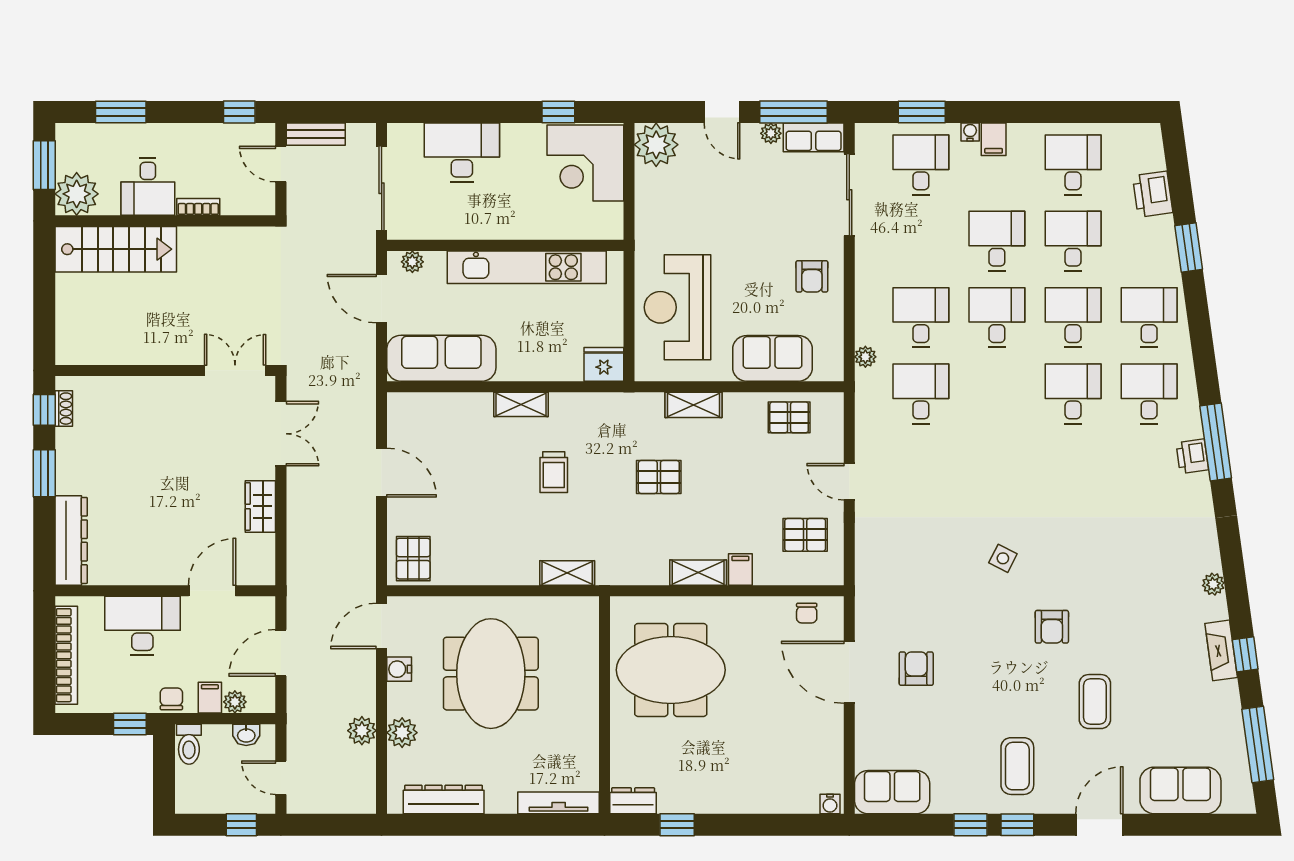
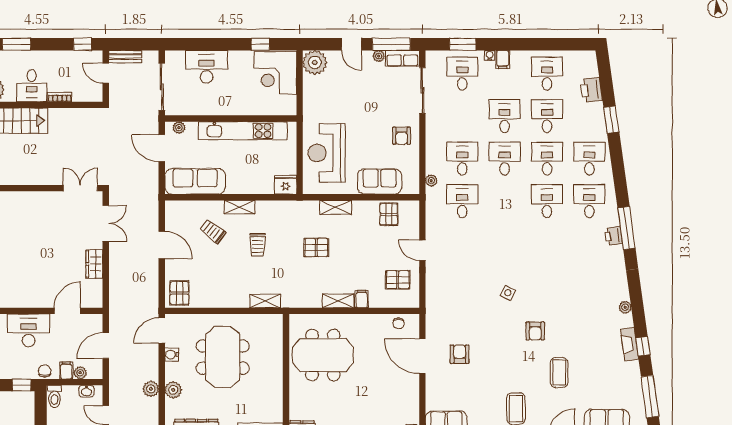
pallet: (789, 417) -> (389, 214), turned 90
trolley: (473, 448) -> (213, 231), added

